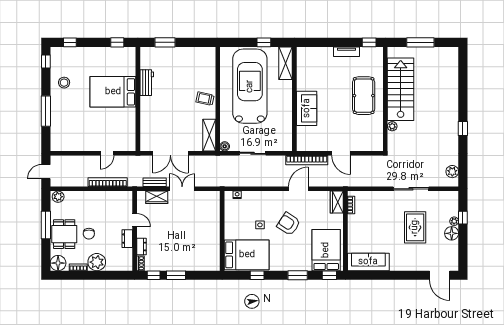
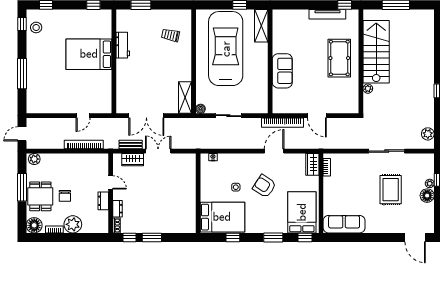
tv unit: (346, 52) -> (327, 14), width x1.41
stool: (64, 83) -> (36, 27), moved
trolley: (205, 99) -> (171, 35), moved

